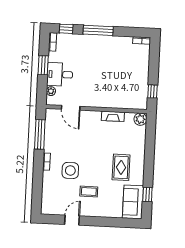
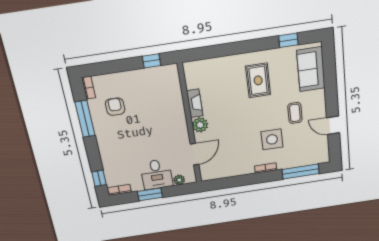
window: (98, 30) -> (85, 119), moved
armchair: (123, 56) -> (115, 107), added
plant: (140, 119) -> (200, 125), moved
window: (40, 134) -> (301, 172), moved
rug: (121, 167) -> (258, 80), turned 90
sofa: (133, 202) -> (311, 69), moved, turned 90

